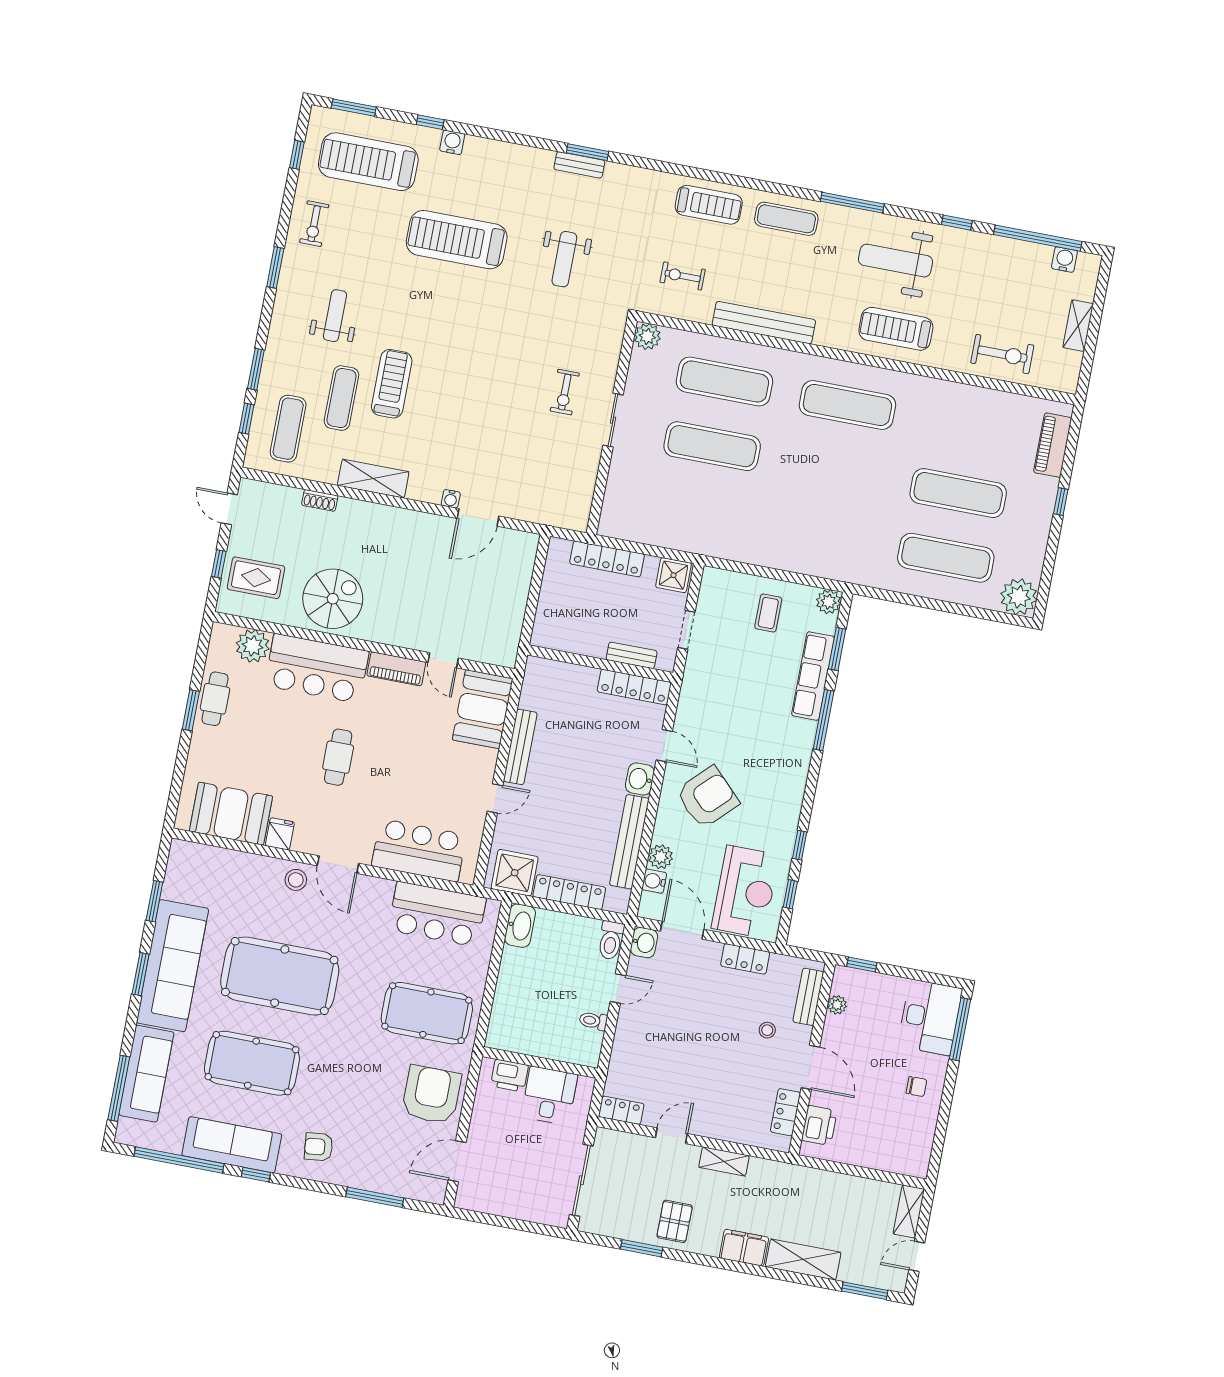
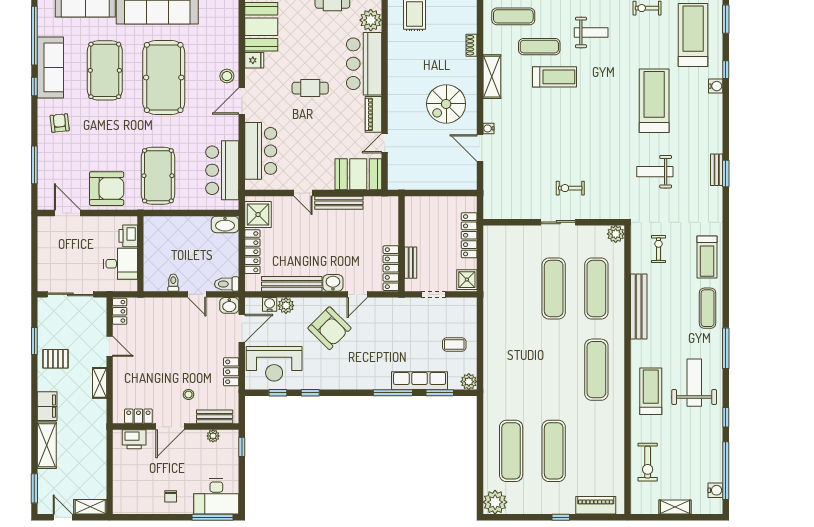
spiral stairs: (333, 599) -> (446, 104), moved, turned 90

